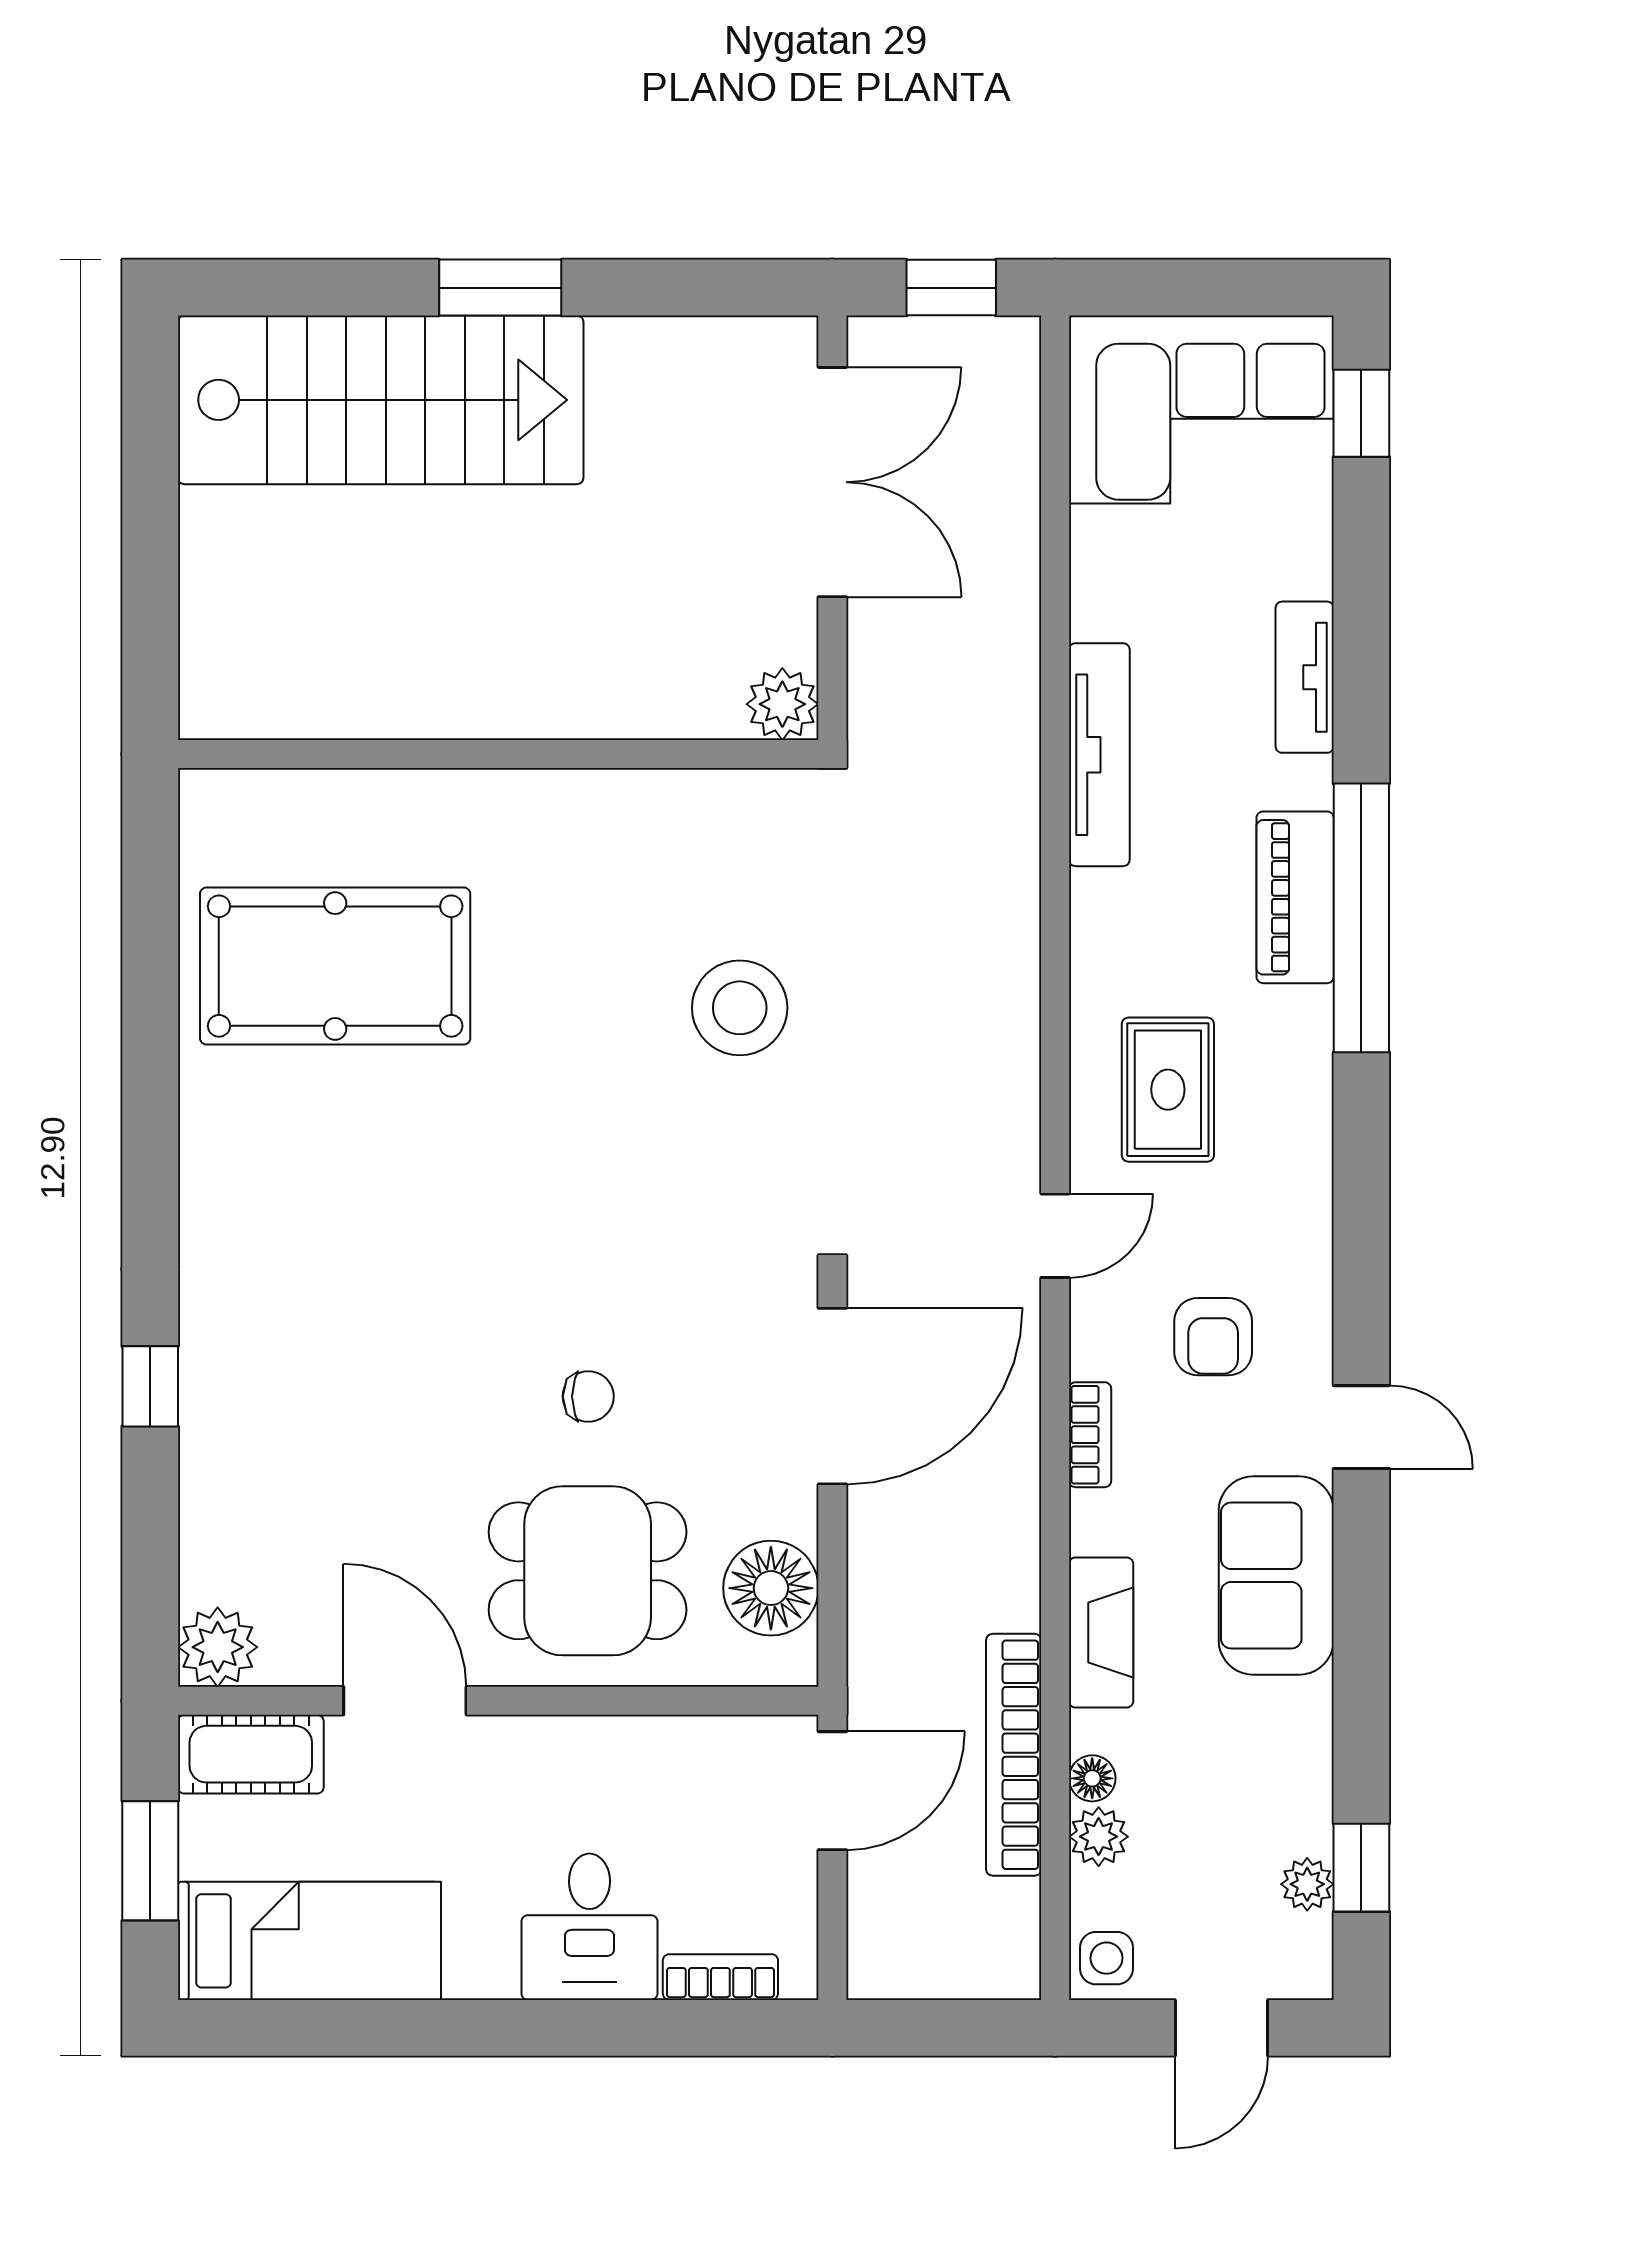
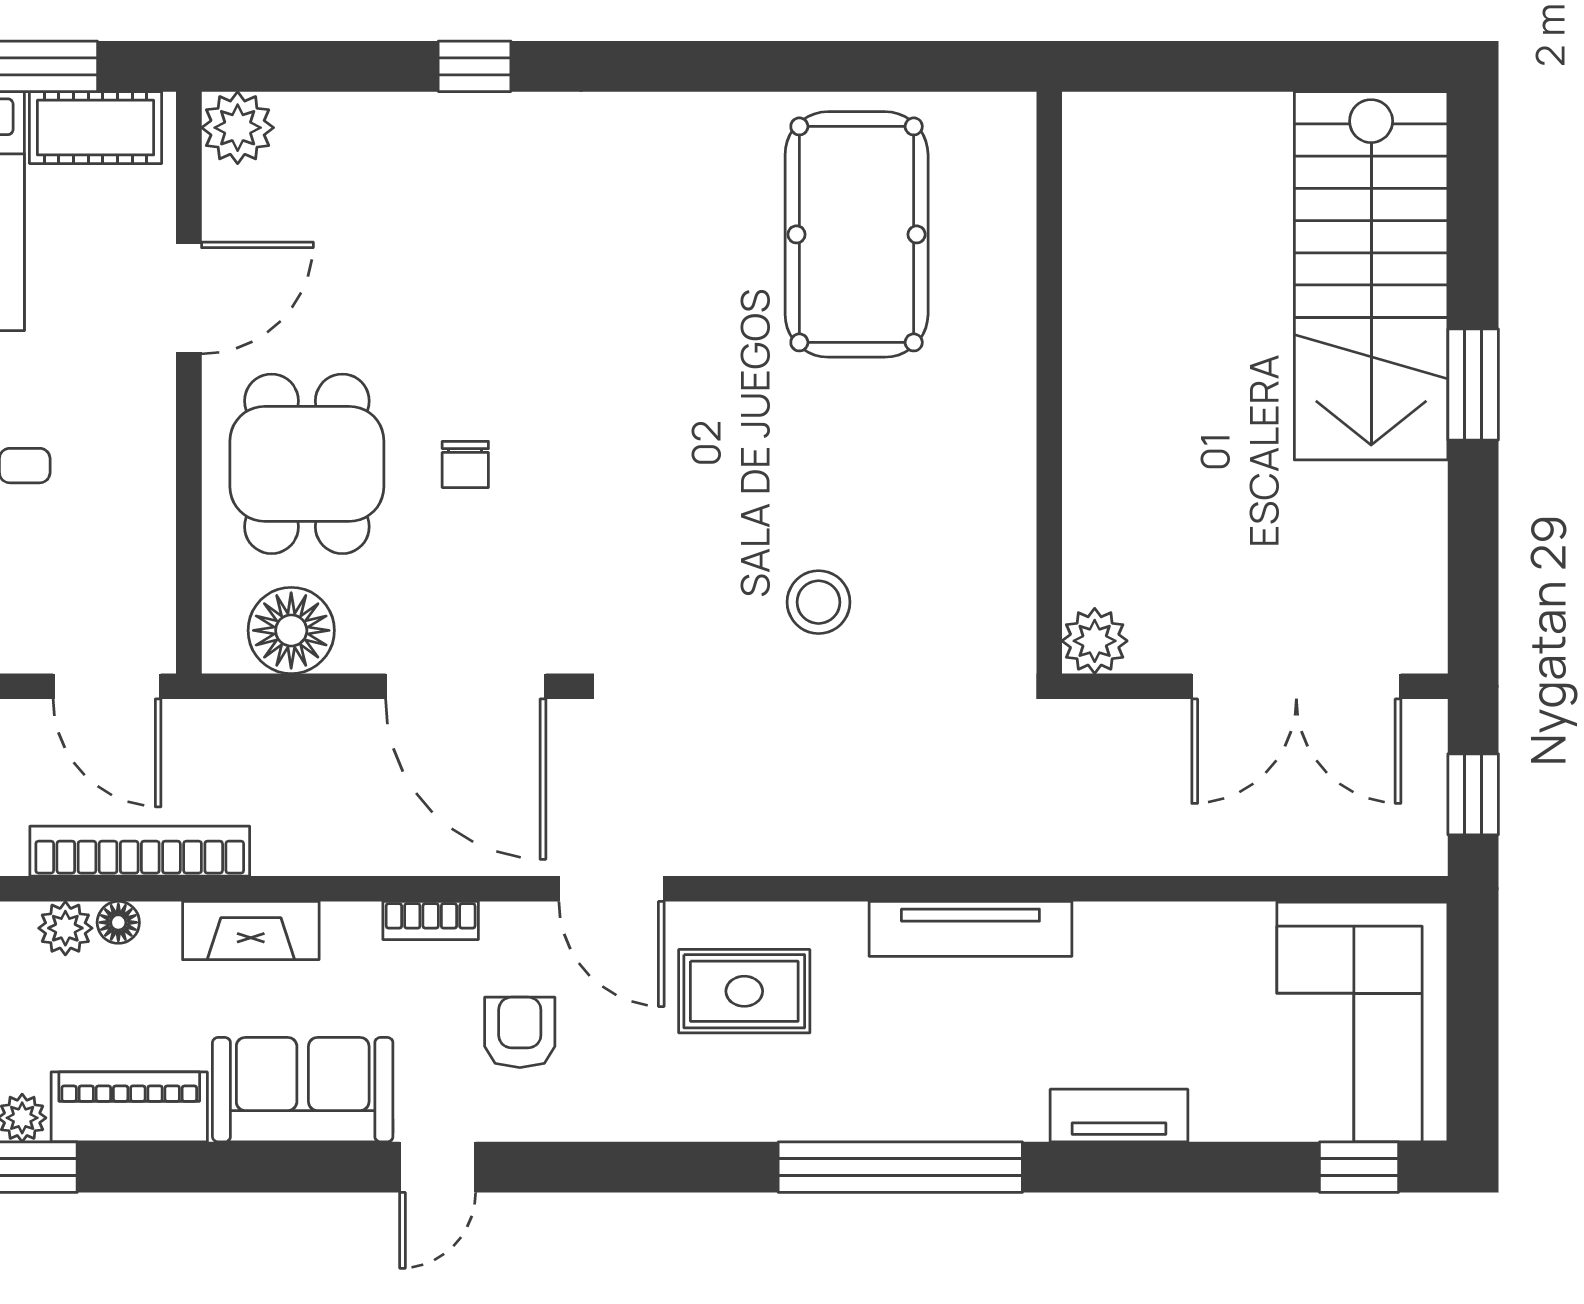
tv unit: (1099, 755) -> (970, 929), moved
piano: (1295, 897) -> (129, 1107), moved
stool: (740, 1008) -> (819, 602), width x0.73, depth x0.73
door: (1055, 1236) -> (611, 889), width x1.37
armchair: (1213, 1337) -> (520, 1032), turned 90
cot: (251, 1754) -> (96, 128), moved, turned 90

